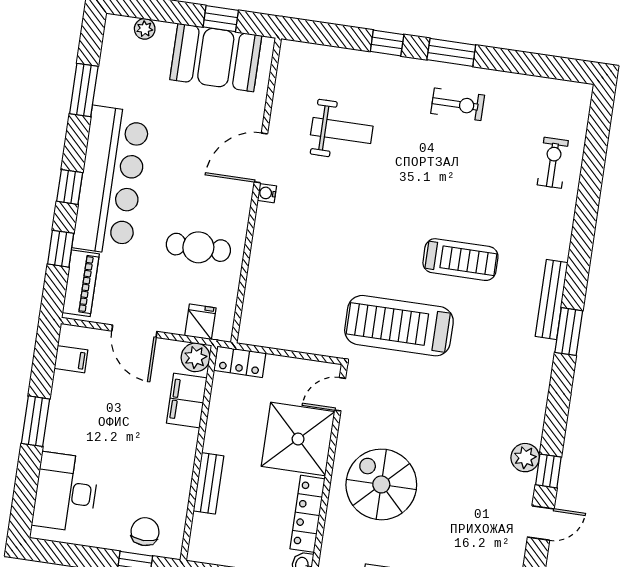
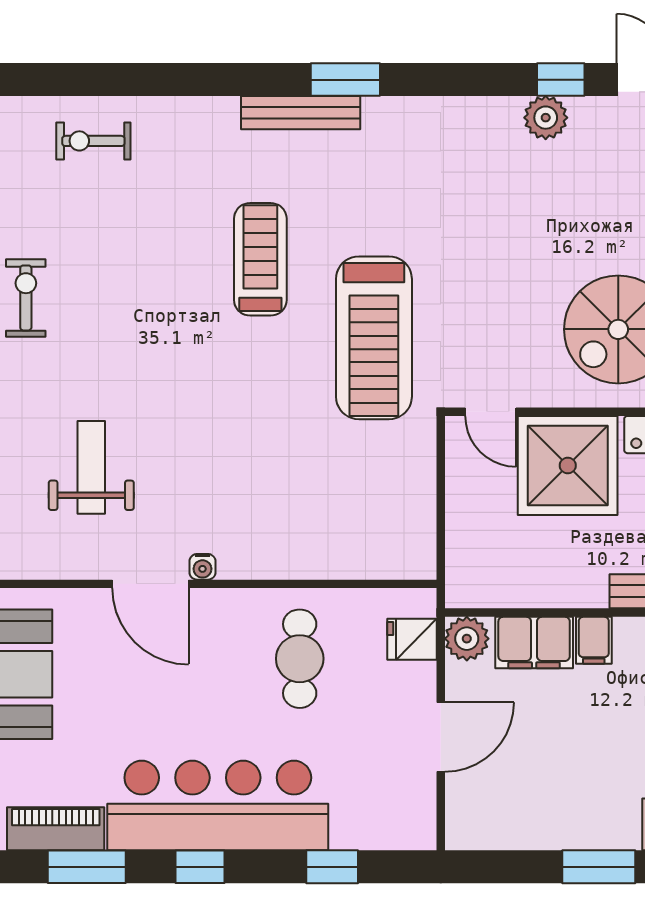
window: (70, 187) -> (200, 867), moved
piano: (81, 283) -> (56, 829), moved
filing cabinet: (71, 359) -> (594, 640), moved, turned 180
locker: (240, 362) -> (464, 571), removed

